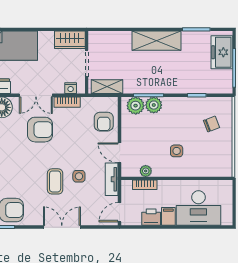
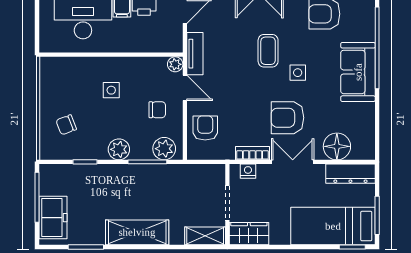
shelving: (107, 87) -> (205, 236), moved
plant: (154, 105) -> (119, 149), moved
chair: (141, 136) -> (157, 110), added
plant: (146, 171) -> (175, 64), moved
side table: (79, 176) -> (298, 73), moved
bookcase: (145, 185) -> (152, 46), removed

